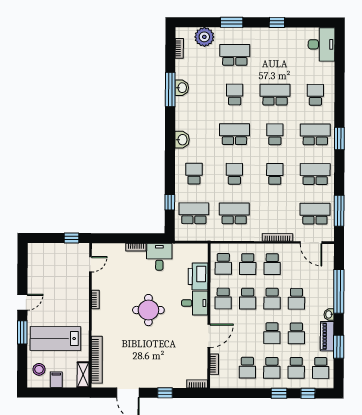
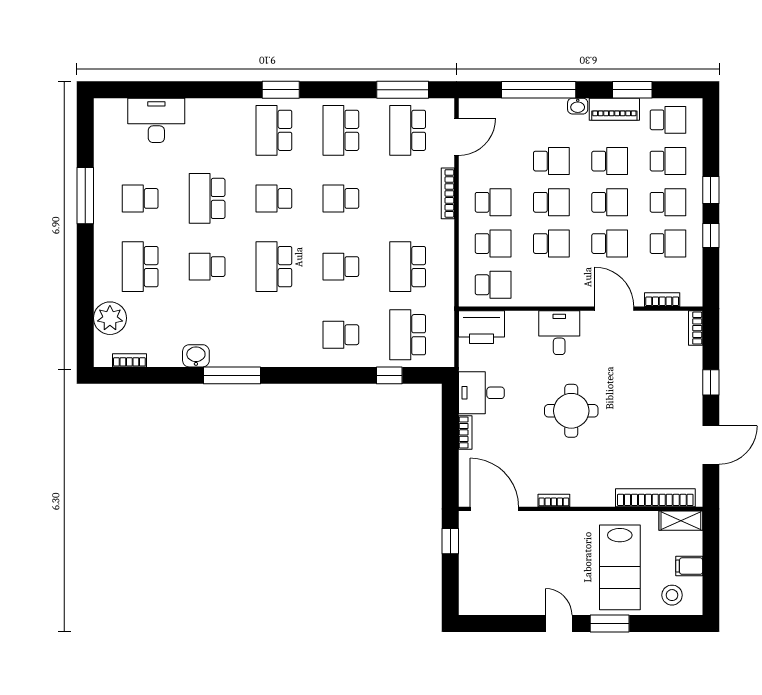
window: (232, 22) -> (85, 272), removed
window: (277, 22) -> (85, 196), width x2.17
desk: (321, 44) -> (156, 120), moved
window: (170, 89) -> (232, 375), moved
school desk: (315, 95) -> (140, 198), moved
washbasin: (182, 140) -> (284, 355), removed
door: (90, 264) -> (494, 509), width x1.87
printer: (198, 276) -> (481, 327), moved
school desk: (223, 299) -> (610, 244), moved
window: (308, 393) -> (711, 236), moved

